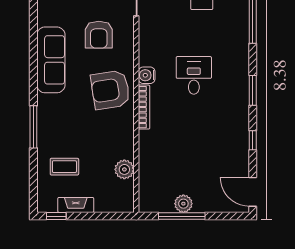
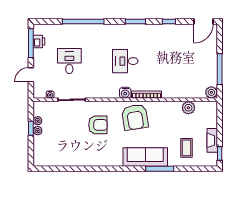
sofa: (51, 60) -> (145, 157), moved
plant: (183, 204) -> (211, 92), moved

